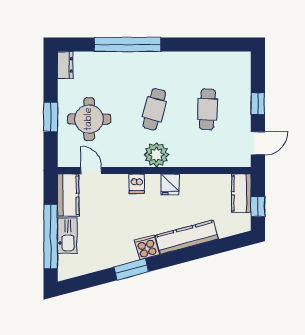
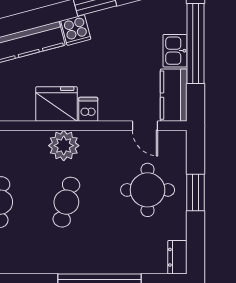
fridge: (170, 184) -> (57, 104), width x1.88, depth x1.34
kitchen sink: (67, 236) -> (175, 51), width x0.73

